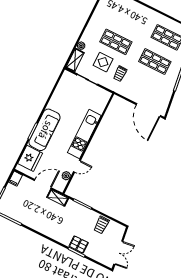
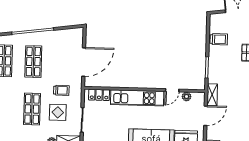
locker: (102, 103) -> (99, 95), added
door: (148, 110) -> (84, 62), moved
door: (77, 166) -> (172, 90), swing flipped
door: (43, 184) -> (206, 116), swing flipped

